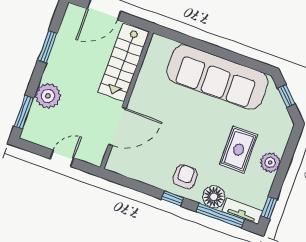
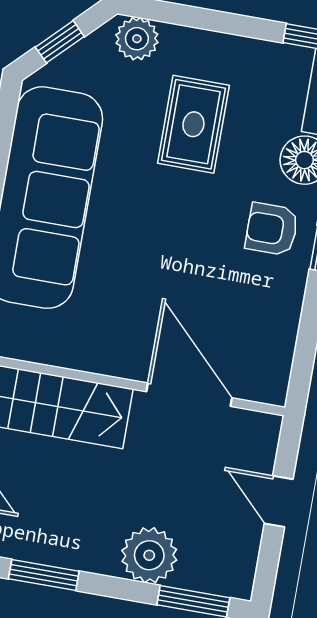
rug: (239, 150) -> (193, 124), turned 90
plant: (270, 162) -> (137, 39), moved

